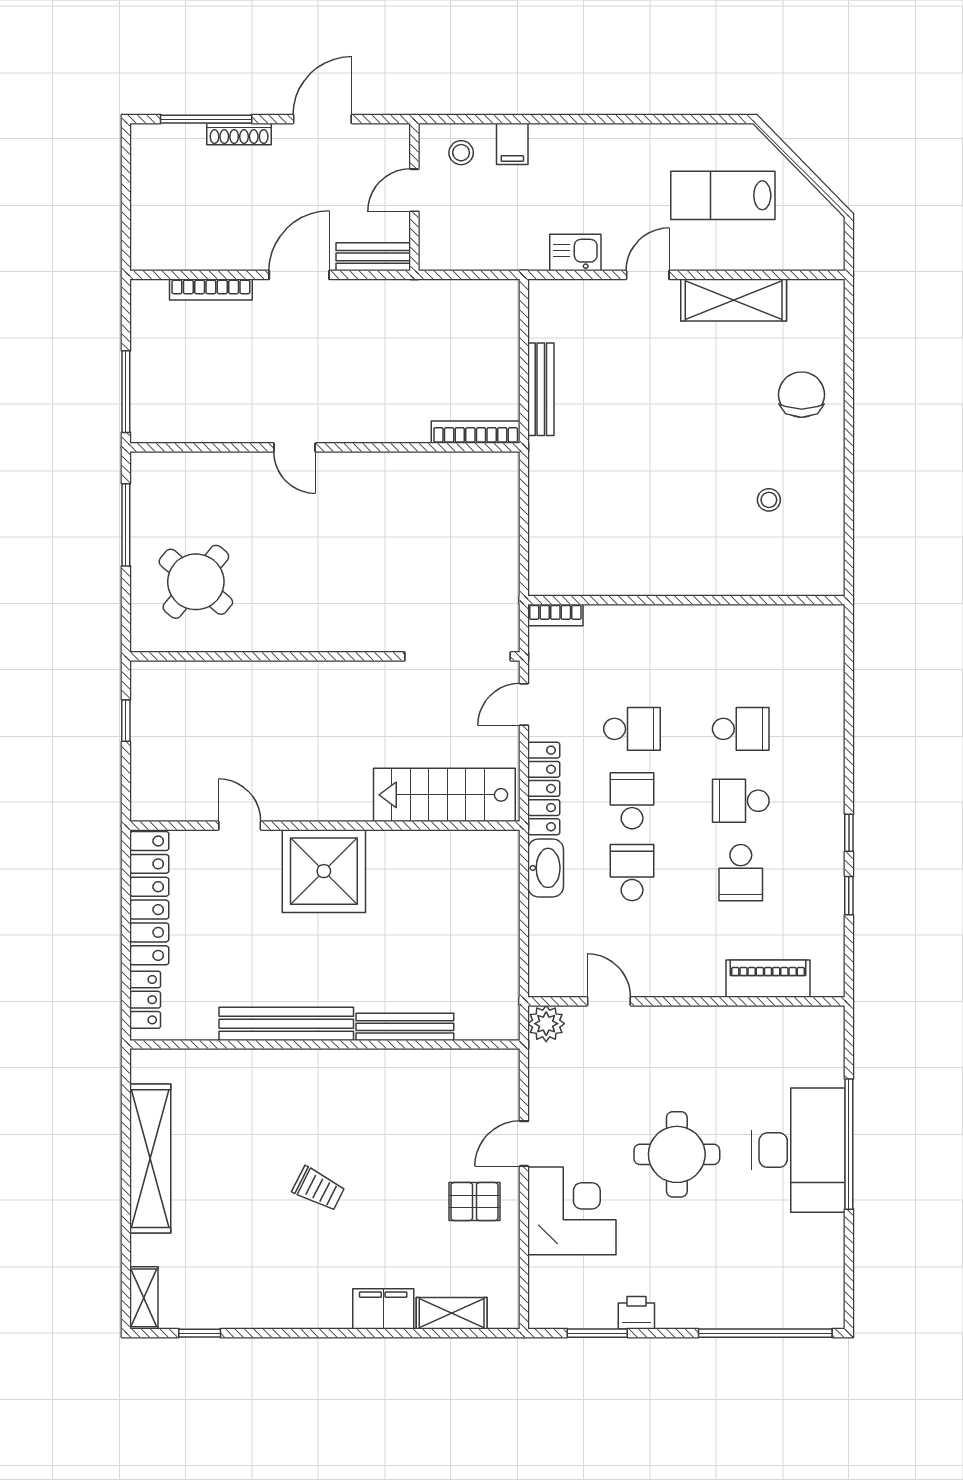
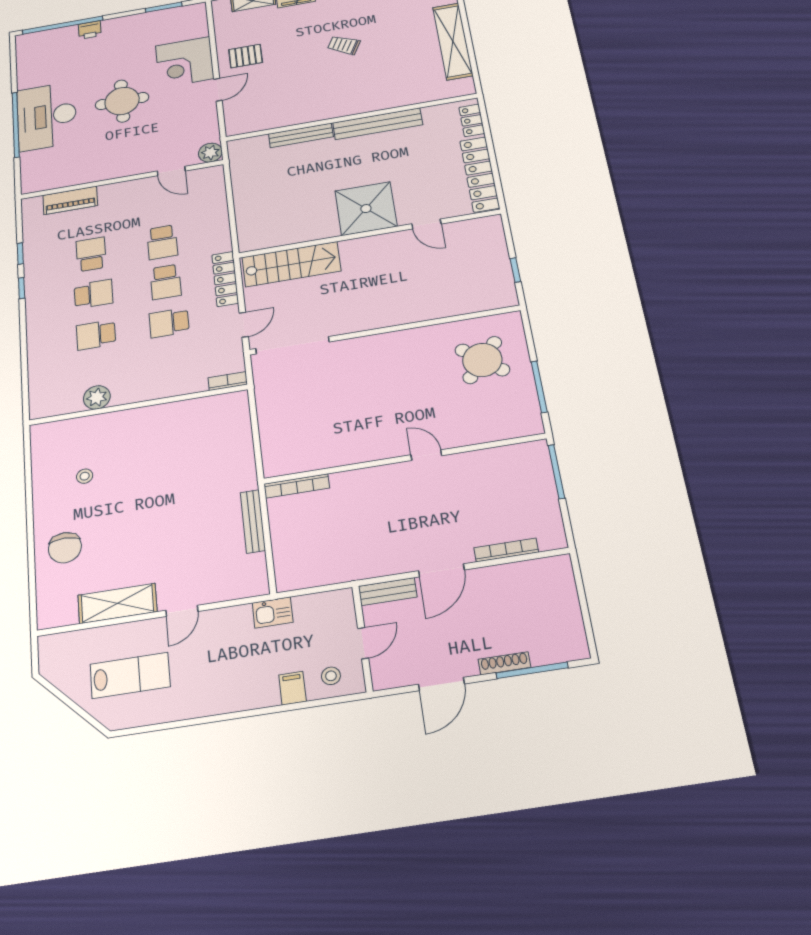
kitchen sink: (575, 253) -> (273, 612), moved
plant: (745, 623) -> (97, 397), added
washbasin: (546, 868) -> (219, 235), removed
printer: (636, 1313) -> (90, 30), moved

